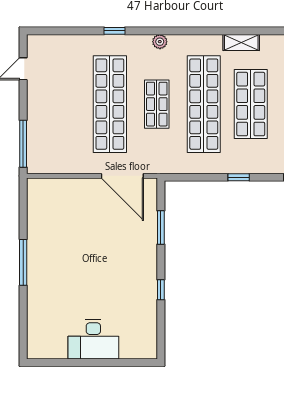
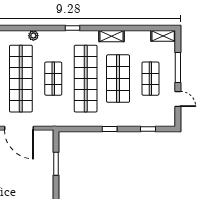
window: (115, 31) -> (72, 28), moved
plant: (160, 42) -> (33, 36), moved
door: (122, 176) -> (19, 128), moved

